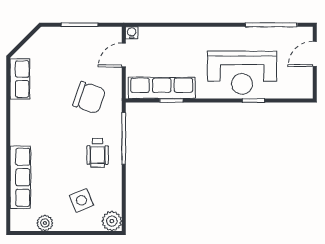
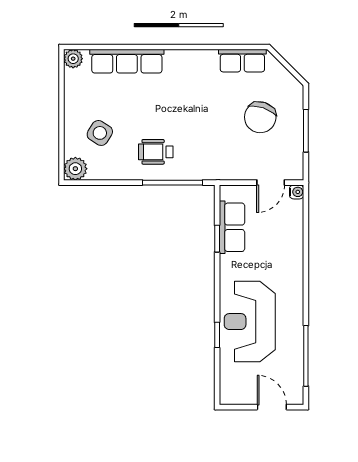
door: (124, 55) -> (271, 183), swing flipped
row of seats: (162, 88) -> (232, 227), width x0.68
chair: (89, 98) -> (260, 117), moved
side table: (81, 200) -> (100, 133), turned -36
plant: (45, 223) -> (73, 59), moved

